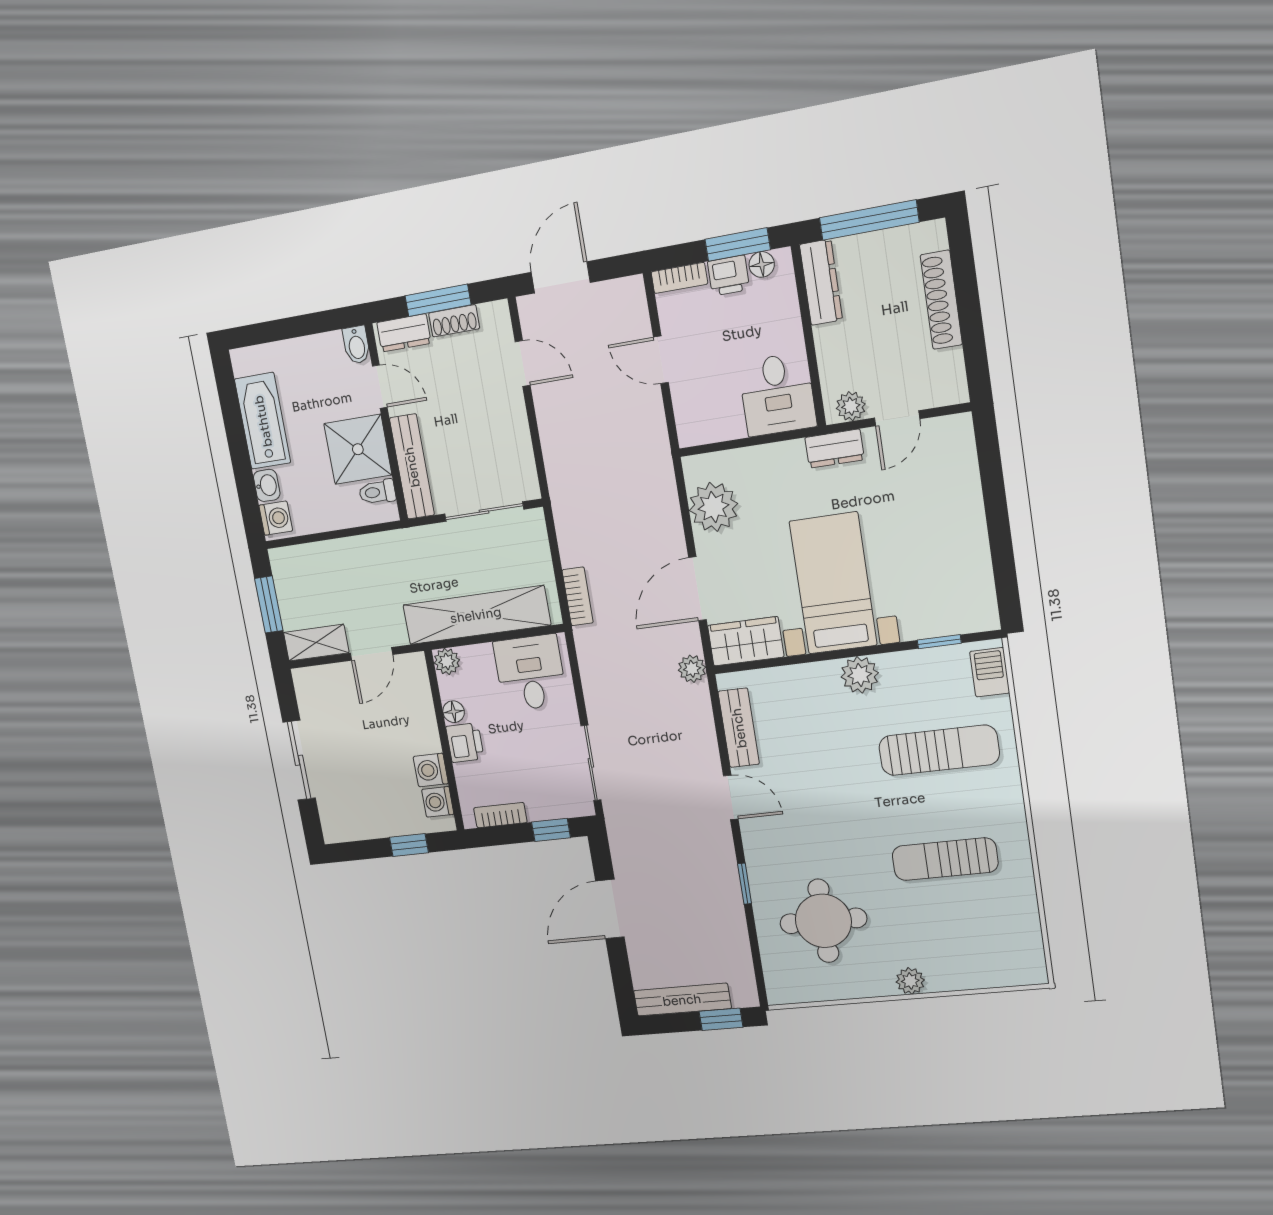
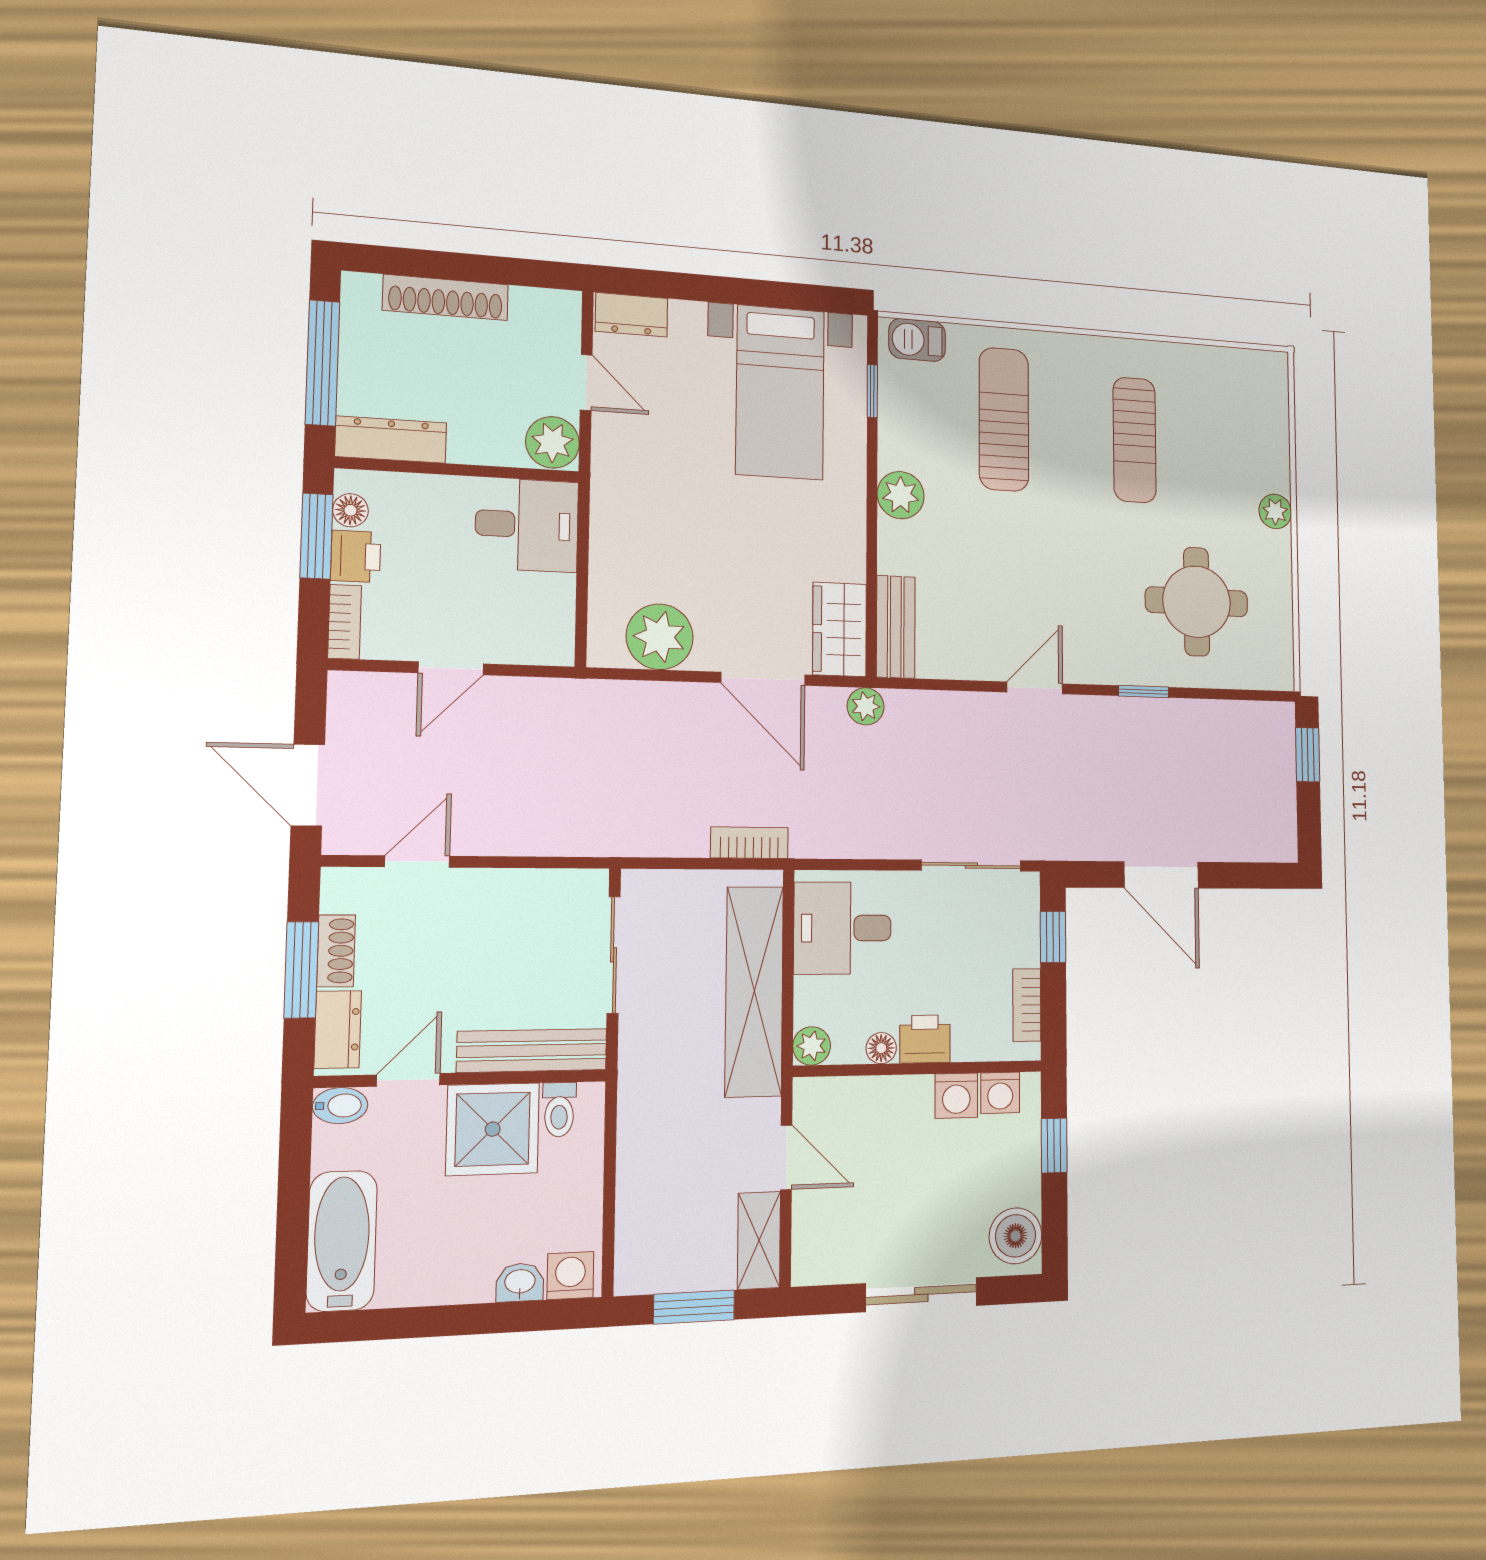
plant: (851, 406) -> (552, 442), width x1.38, depth x1.38
bathtub: (263, 421) -> (342, 1241), moved, turned 90
dresser: (835, 449) -> (632, 315), moved, turned 90
bed with nightstands: (833, 583) -> (780, 392), moved, turned -90
bench: (739, 728) -> (896, 627), moved, turned 90
boiler: (346, 823) -> (1015, 1236), added
bench: (682, 1000) -> (1281, 800), removed

